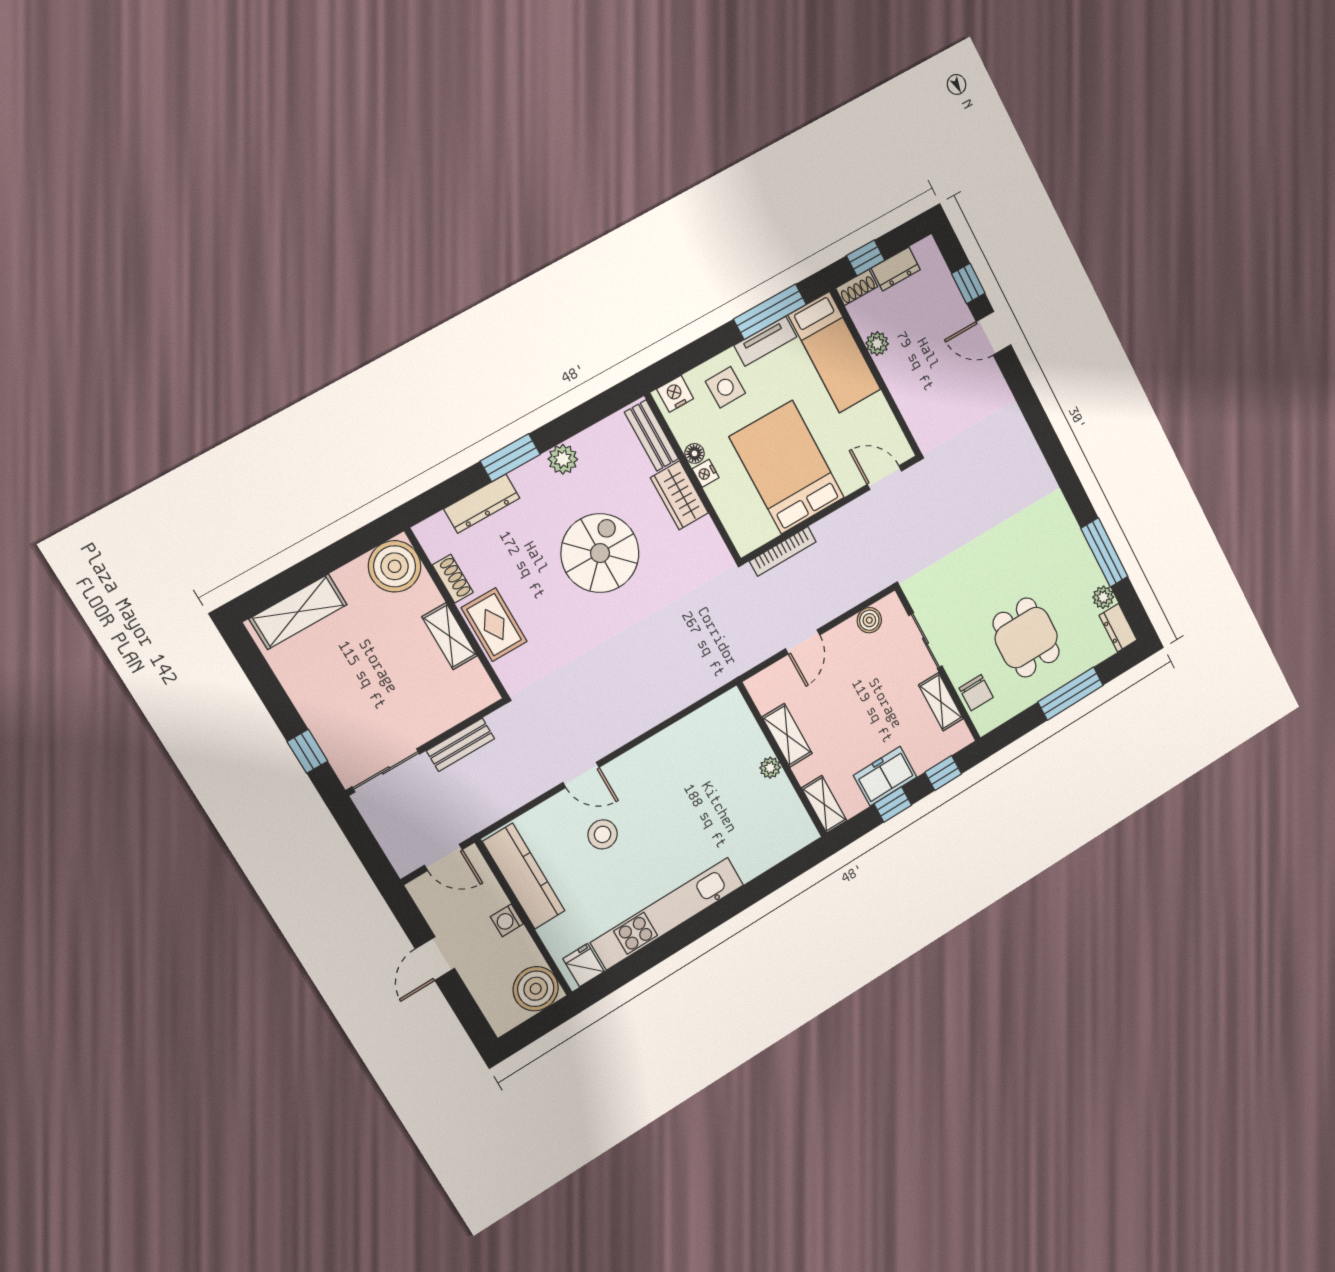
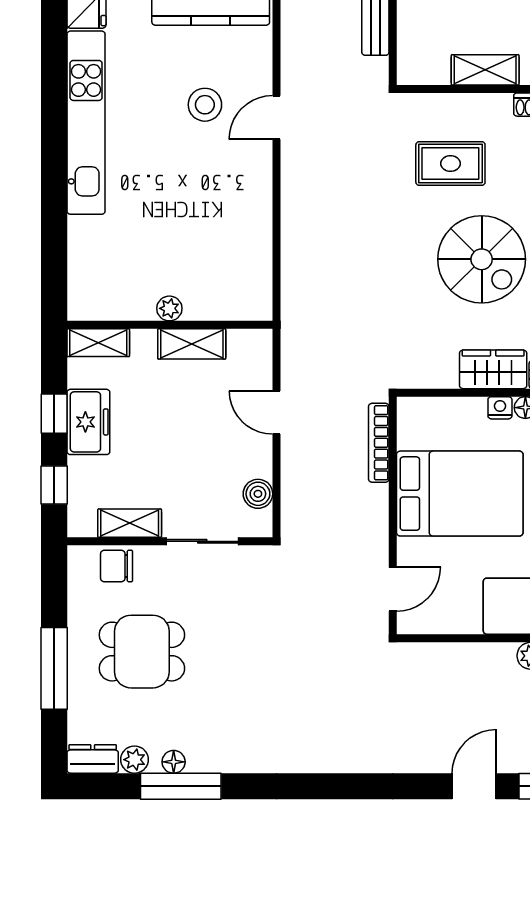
floor lamp: (1090, 568) -> (174, 762), added
rug: (494, 625) -> (450, 163), moved

